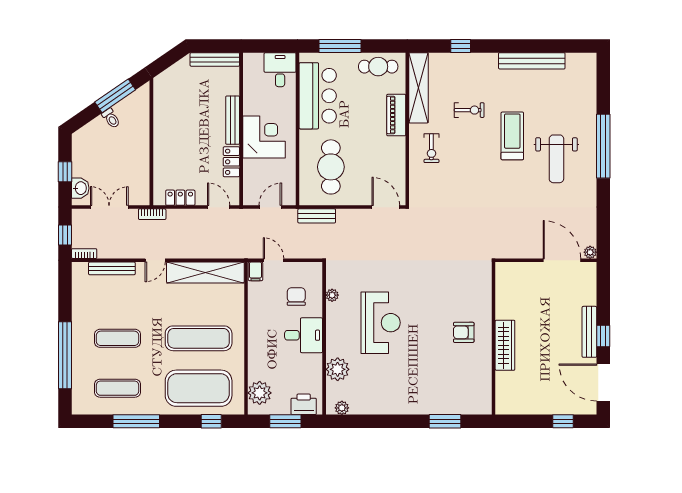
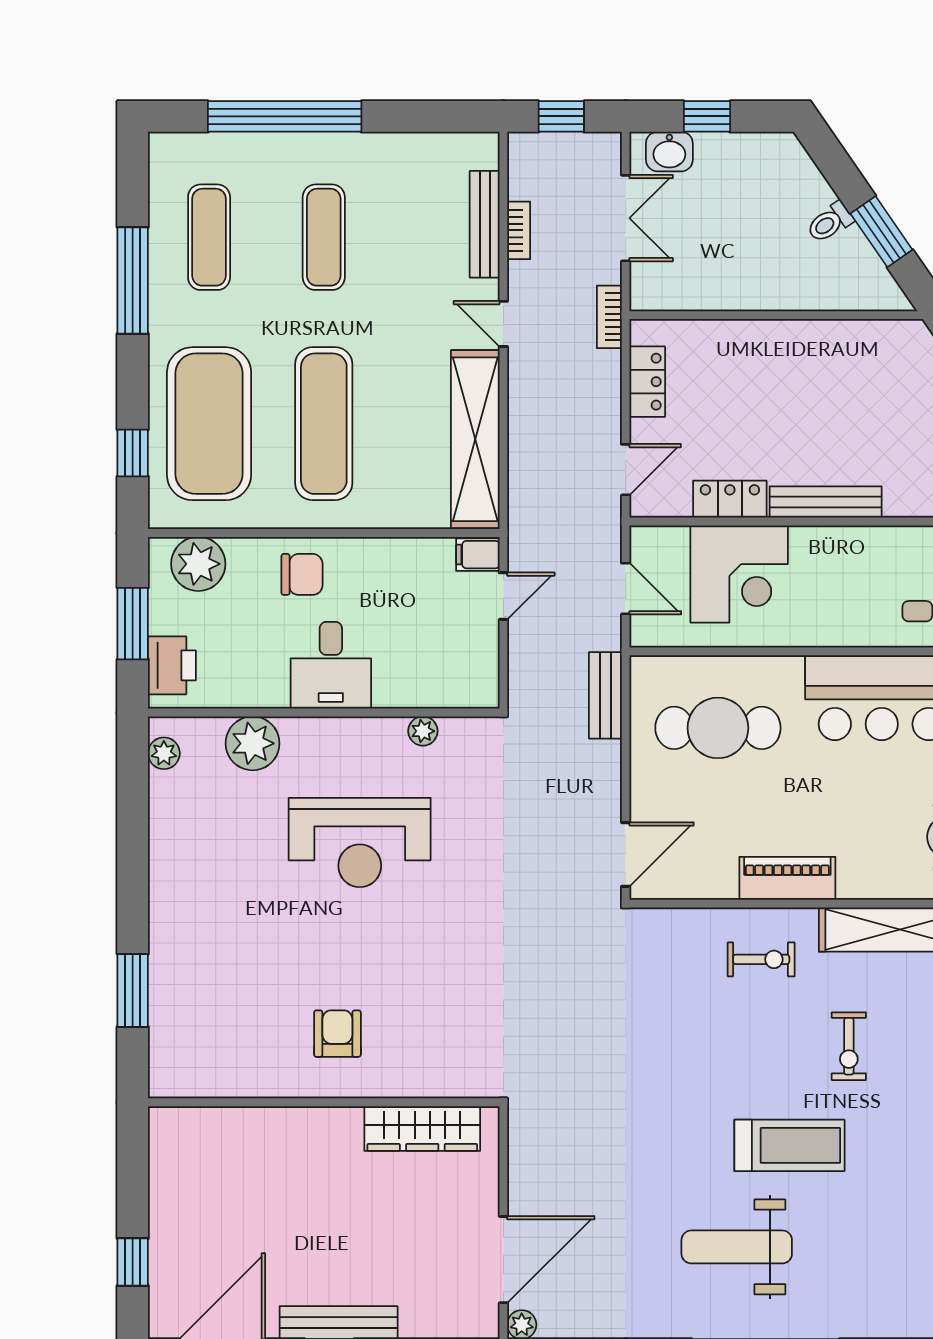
window: (115, 96) -> (881, 232), width x0.69
piano: (396, 115) -> (787, 878), moved
corner desk: (264, 137) -> (739, 574), moved
exercise bike: (431, 148) -> (761, 959), turned 180
bookcase: (84, 254) -> (519, 230), moved
chair: (296, 297) -> (302, 574), moved
wardrobe: (505, 345) -> (422, 1129), moved

